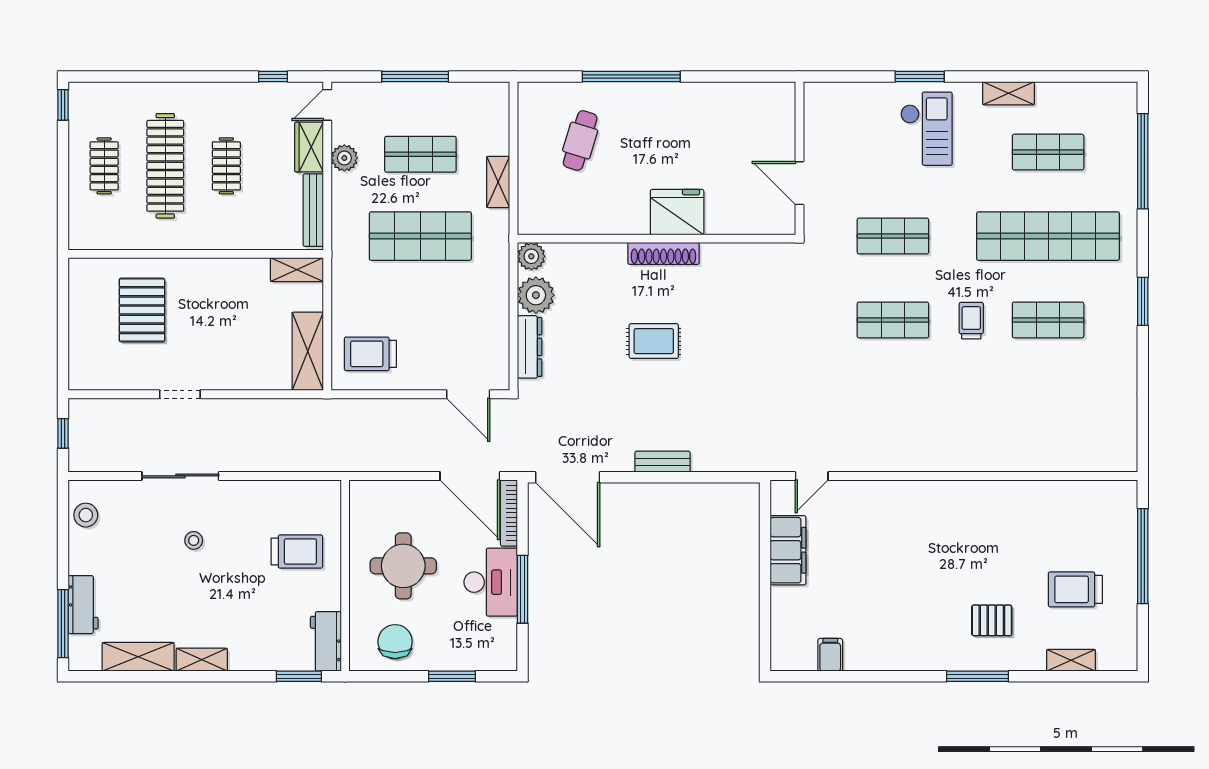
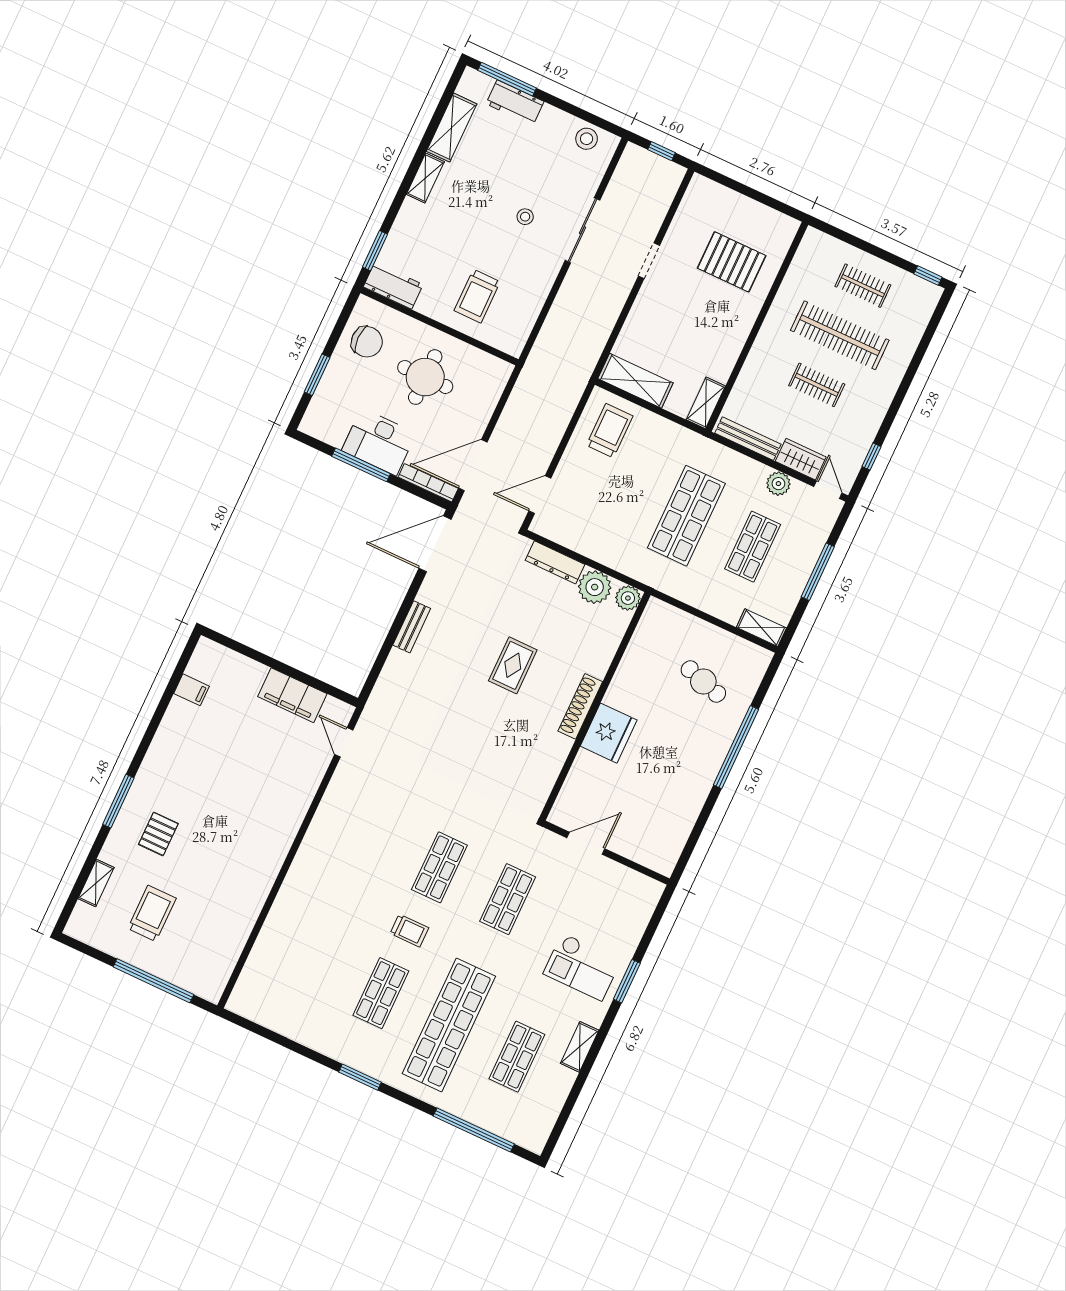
shelving: (498, 182) -> (761, 628), moved

